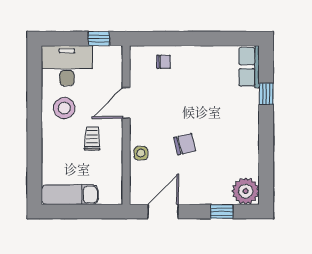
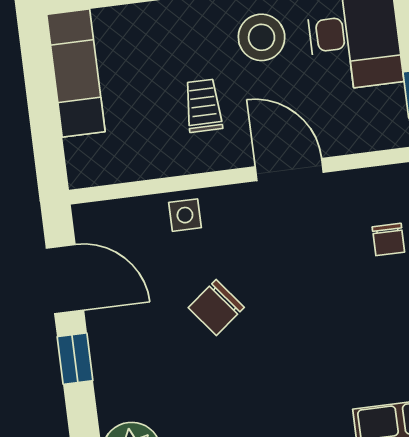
trolley: (92, 138) -> (203, 106), turned -90
chair: (185, 144) -> (216, 307), turned 65
window: (222, 212) -> (75, 359), moved

